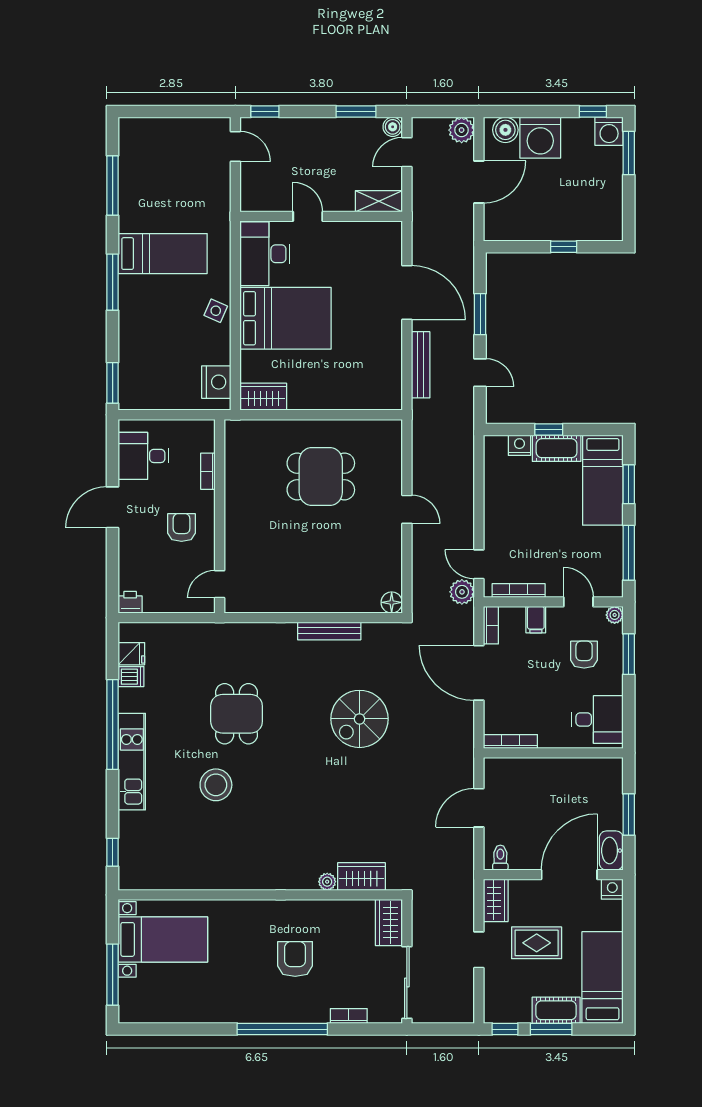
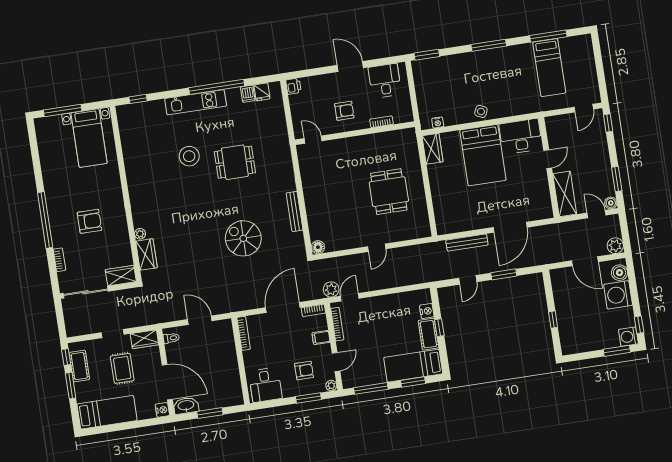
shelving: (379, 201) -> (565, 194), width x1.50, depth x1.33
bed: (163, 254) -> (549, 68), moved
nightstand: (216, 382) -> (438, 122), width x0.53, depth x0.56
cot: (556, 1010) -> (79, 366), moved

